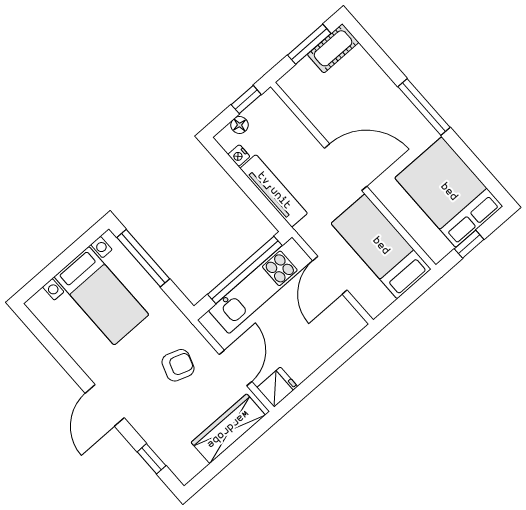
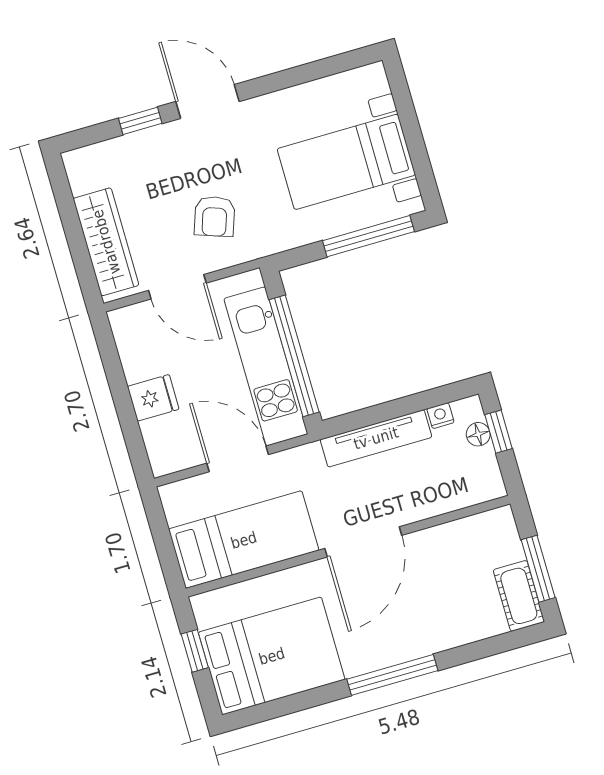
window: (246, 100) -> (498, 432), moved
fridge: (277, 387) -> (153, 398), moved, turned -90
window: (152, 459) -> (140, 121), moved

